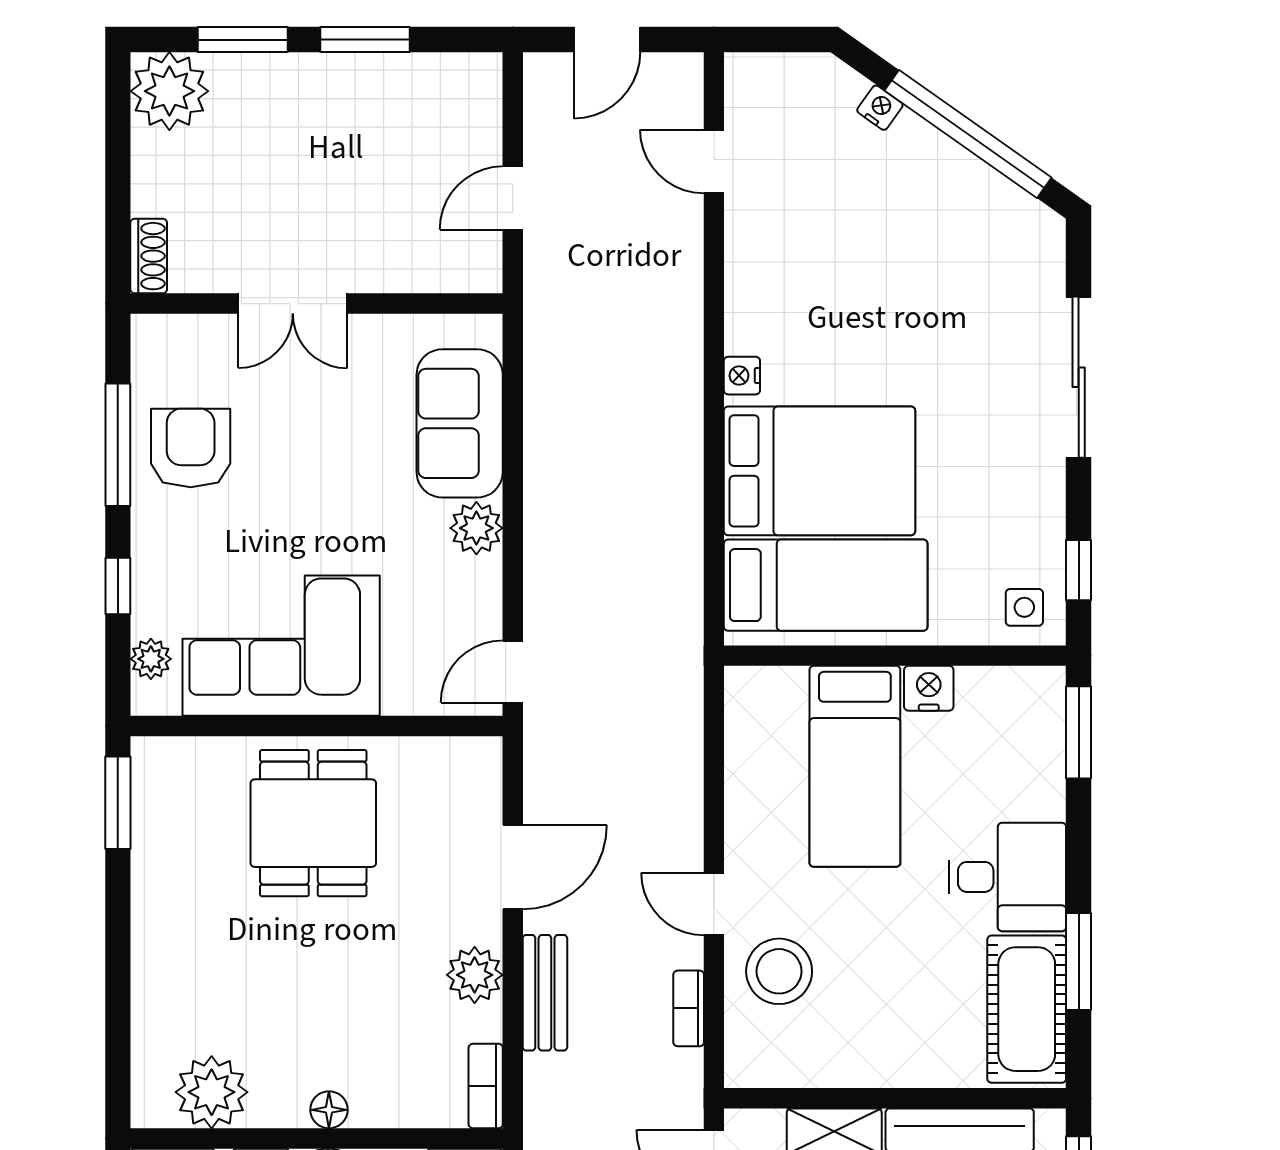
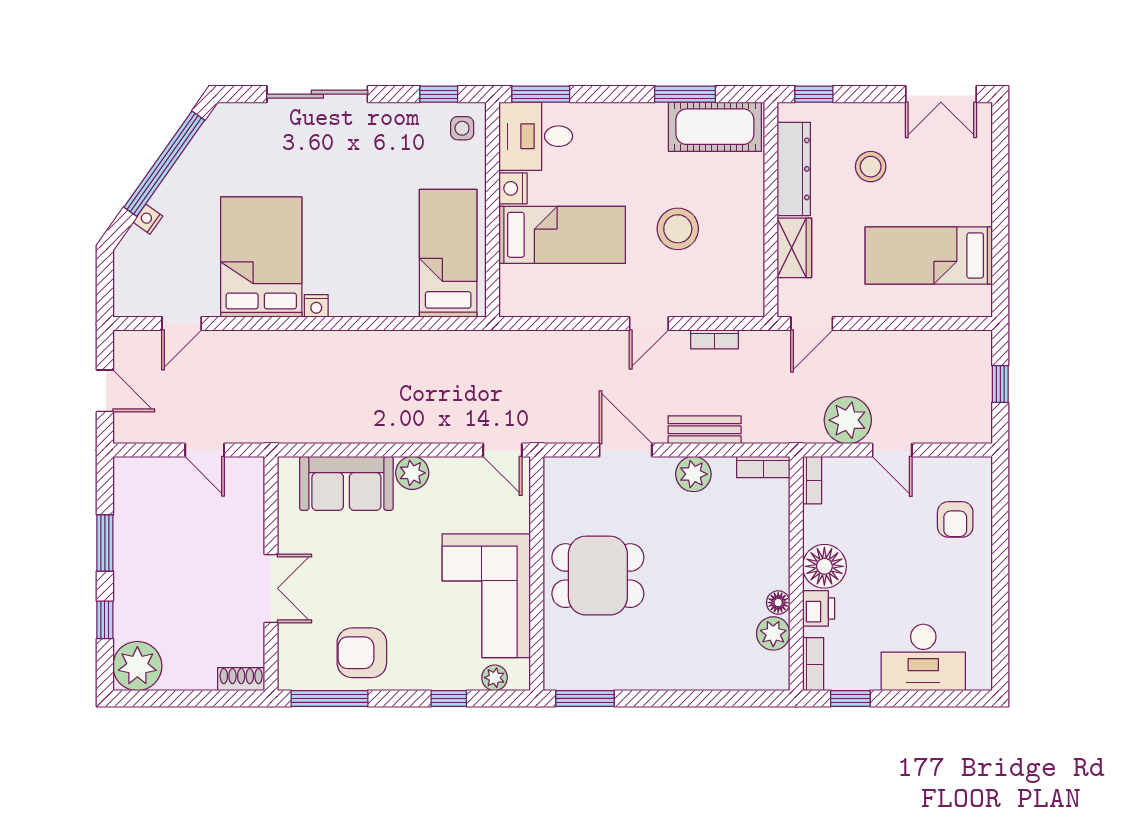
window: (243, 40) -> (105, 620), width x0.67
window: (118, 445) -> (330, 698), moved
bed: (820, 471) -> (261, 257), moved
desk: (1007, 877) -> (536, 136), moved, turned -90
stool: (779, 971) -> (678, 229), moved
plant: (212, 1092) -> (773, 633), width x0.73, depth x0.73
floor lamp: (329, 1110) -> (778, 603), moved

